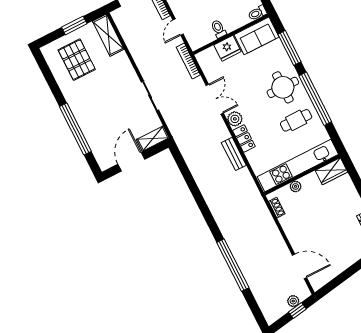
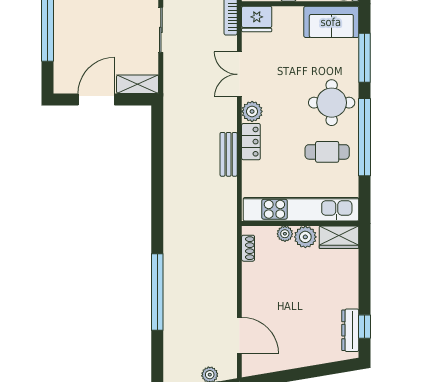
fridge: (227, 48) -> (257, 19), moved
double door: (215, 99) -> (239, 74), swing flipped
plant: (310, 182) -> (305, 237), added

